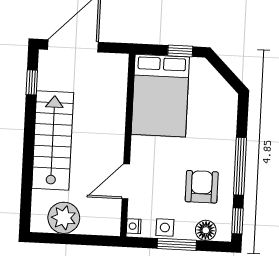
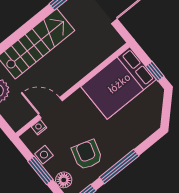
armchair: (202, 187) -> (87, 155), turned -73
nightstand: (134, 226) -> (39, 127), moved

